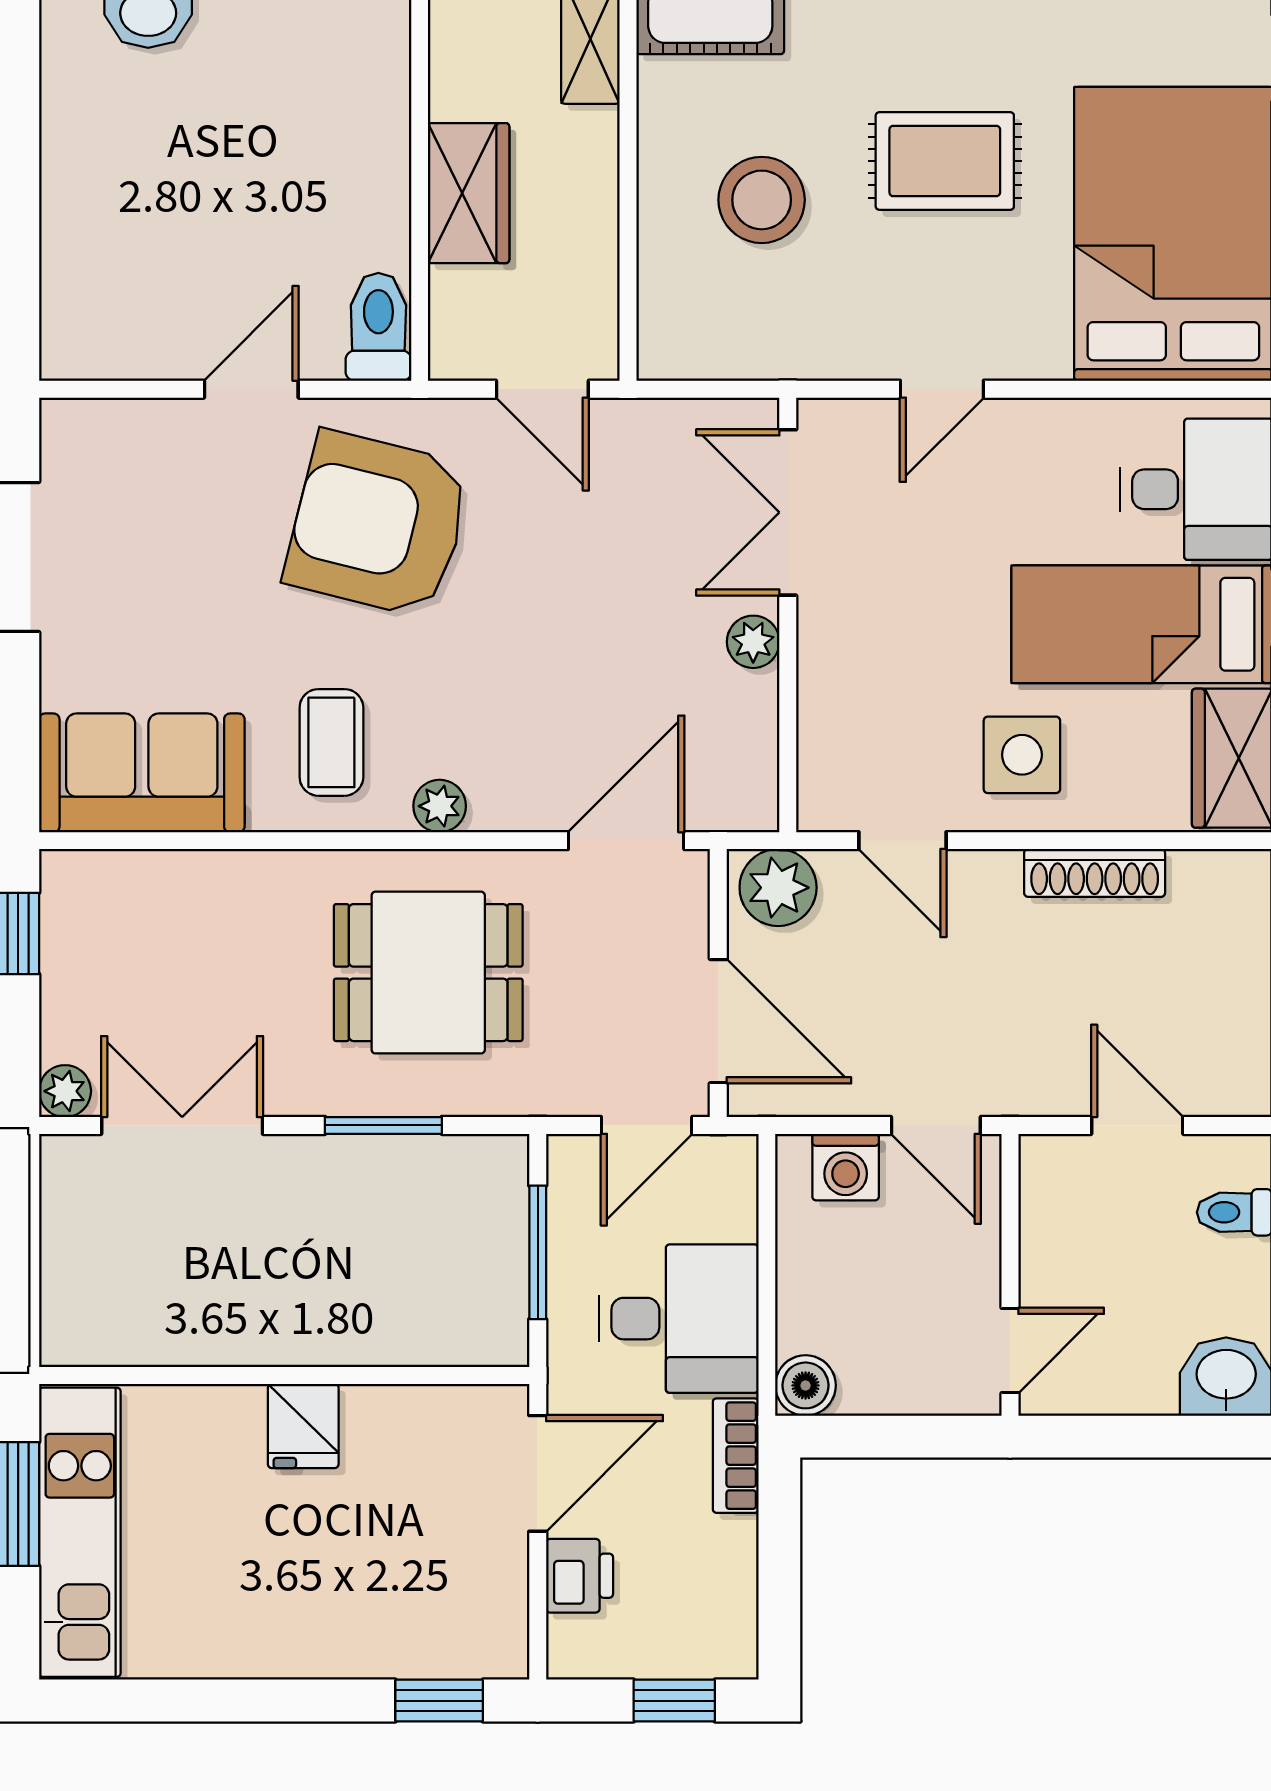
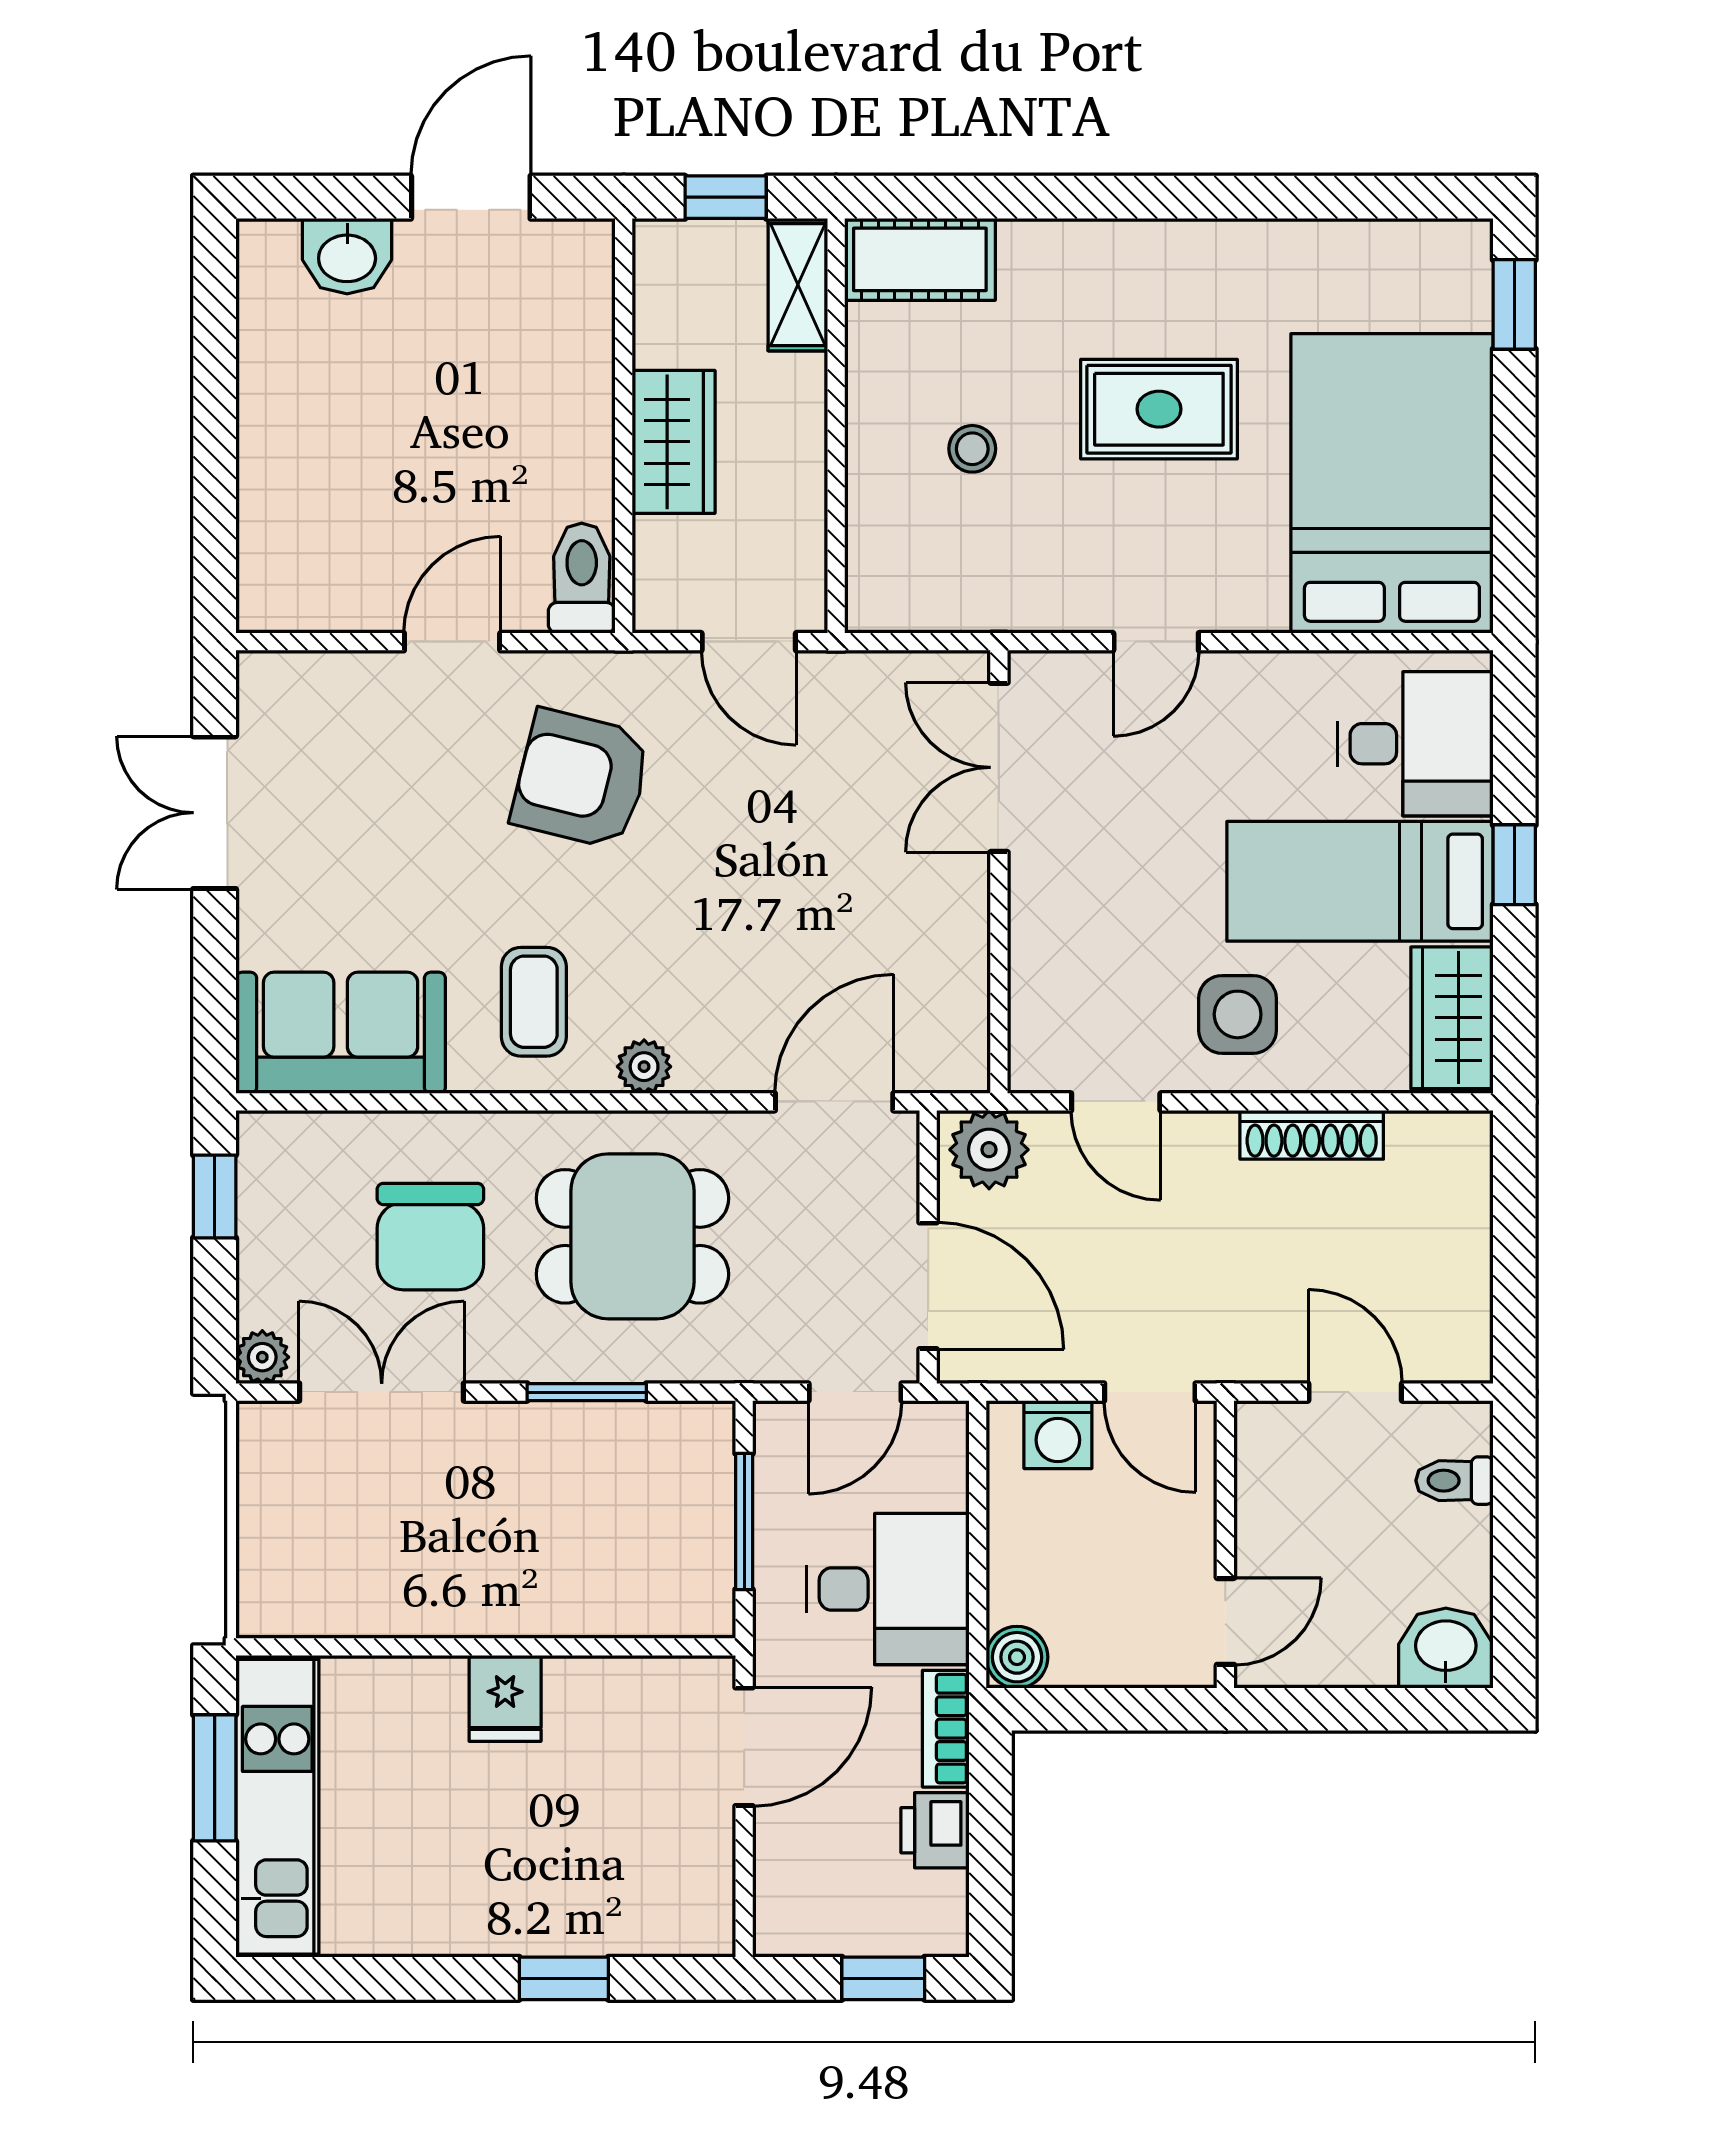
stool: (762, 200) -> (972, 449), width x0.53, depth x0.53
armchair: (378, 524) -> (581, 779), width x0.73, depth x0.73
plant: (753, 642) -> (964, 899), removed
chair: (230, 973) -> (430, 1237), added
printer: (580, 1576) -> (935, 1830), moved, turned 180
window: (439, 1701) -> (564, 1978), moved

